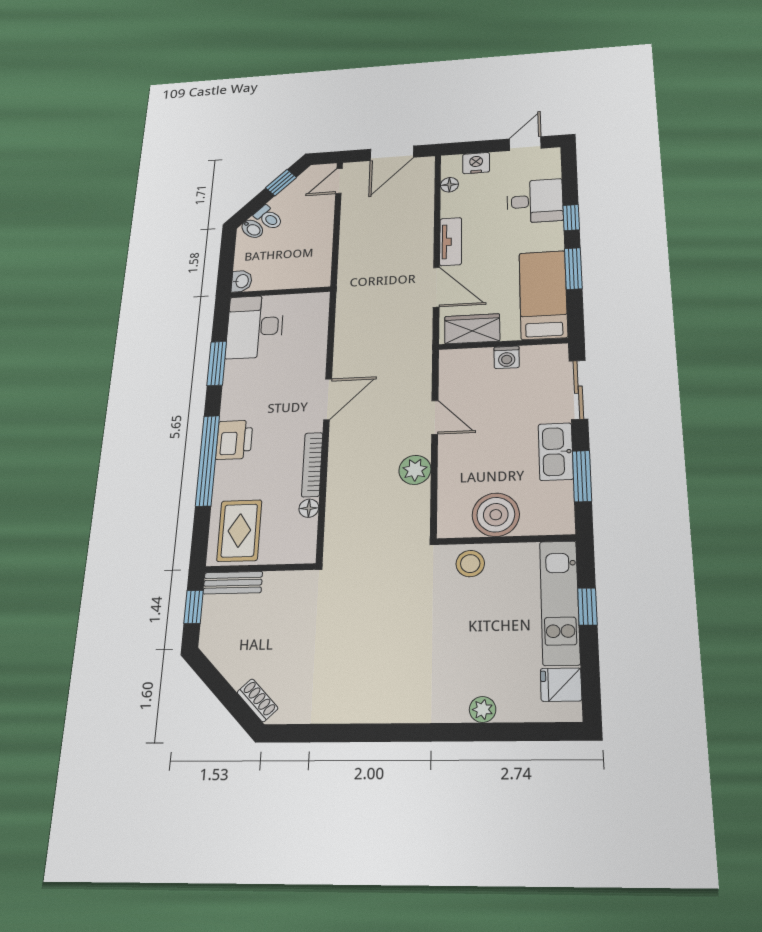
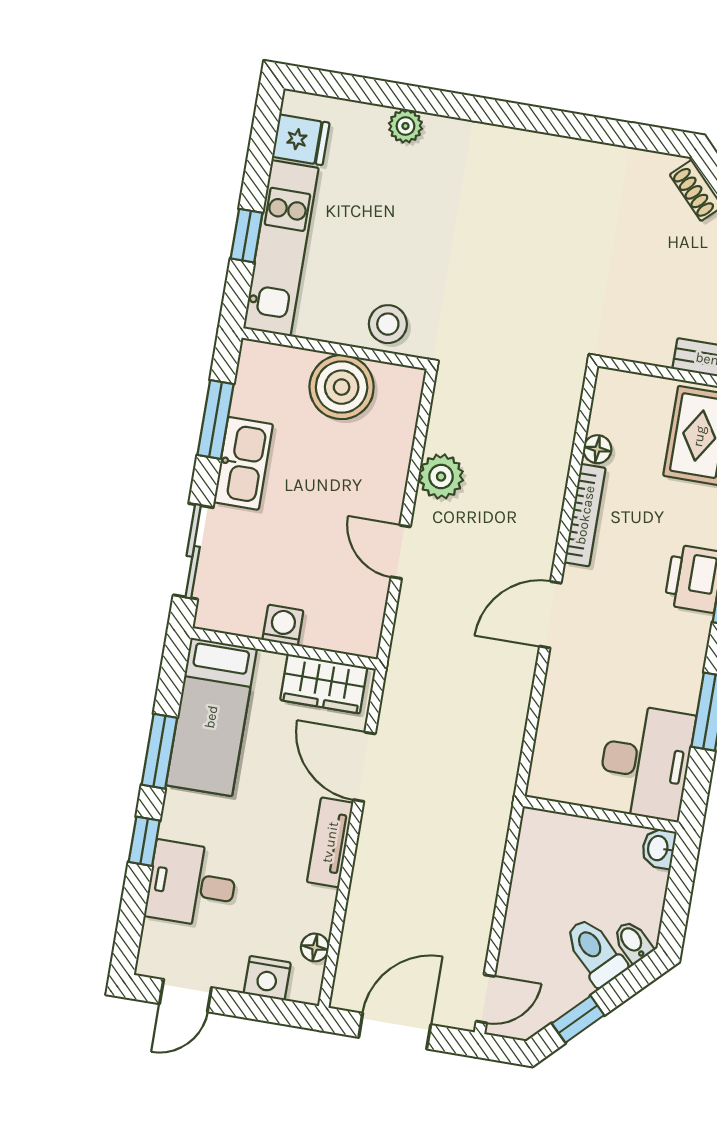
toilet: (269, 218) -> (595, 952), width x1.37, depth x1.39

